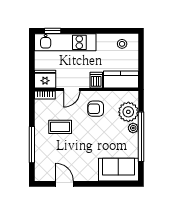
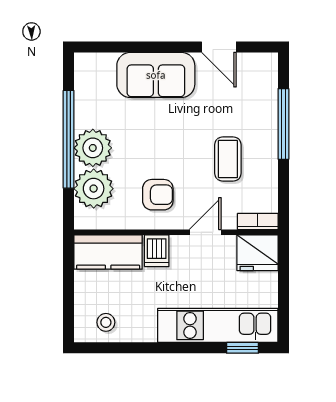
coffee table: (60, 127) -> (228, 159), turned 90
plant: (133, 128) -> (93, 148), width x1.87, depth x1.87
sofa: (118, 170) -> (156, 75), moved

